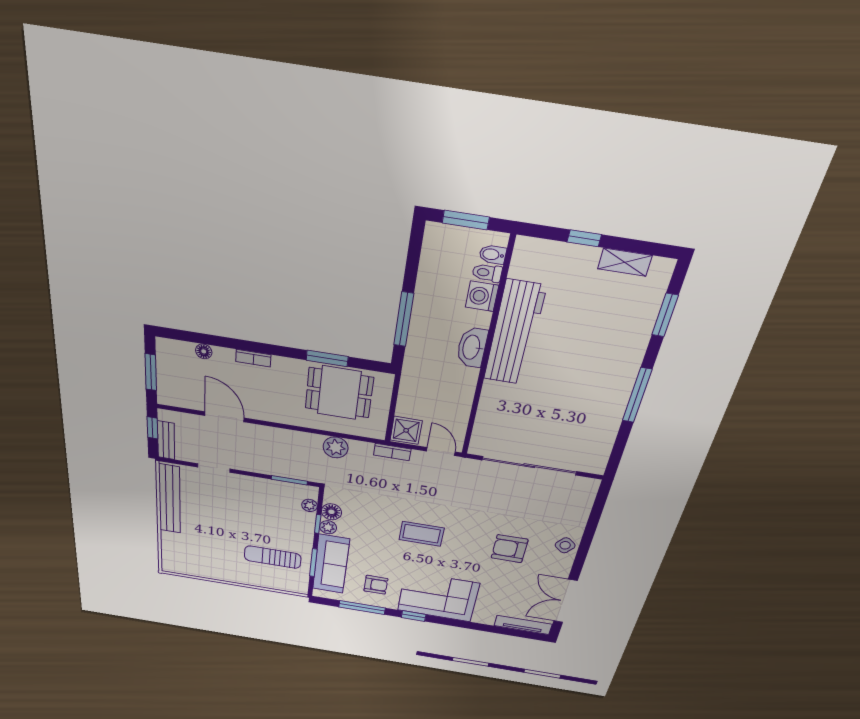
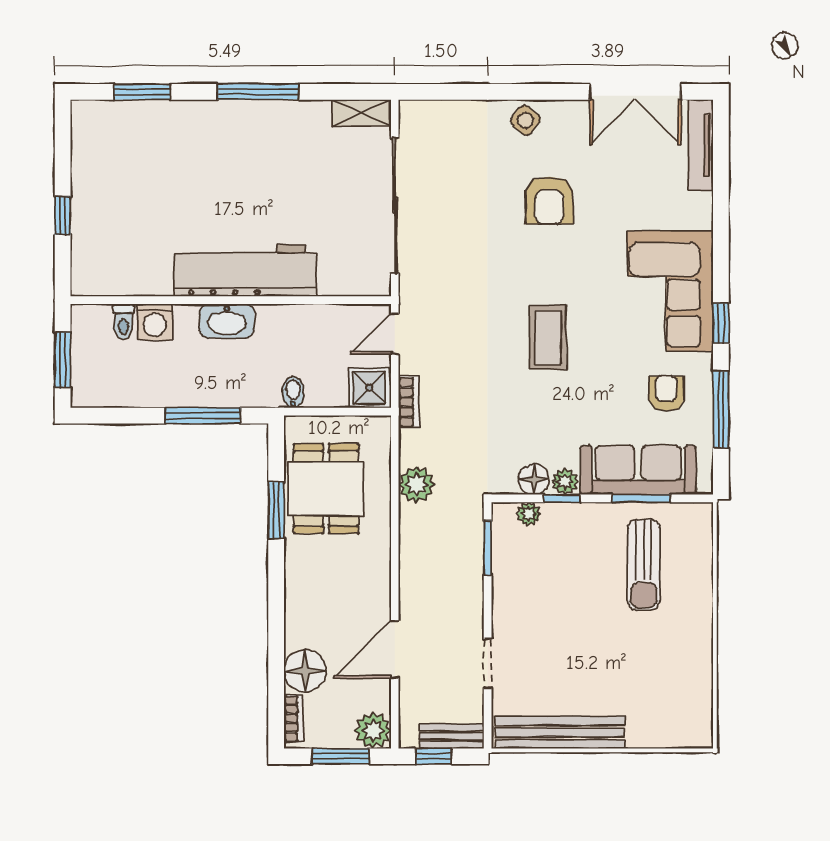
bidet: (493, 255) -> (293, 392), moved, turned 180
shelving: (625, 262) -> (361, 113), moved, turned 90
workbench: (515, 333) -> (246, 271), moved
floor lamp: (204, 351) -> (305, 671), width x1.89, depth x1.89
bookcase: (253, 358) -> (294, 718), moved
plant: (169, 395) -> (373, 730), added

